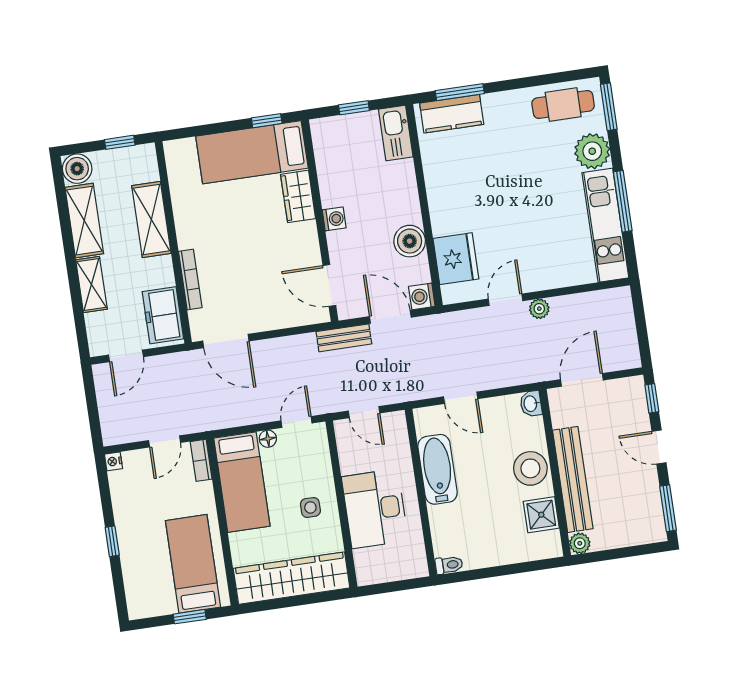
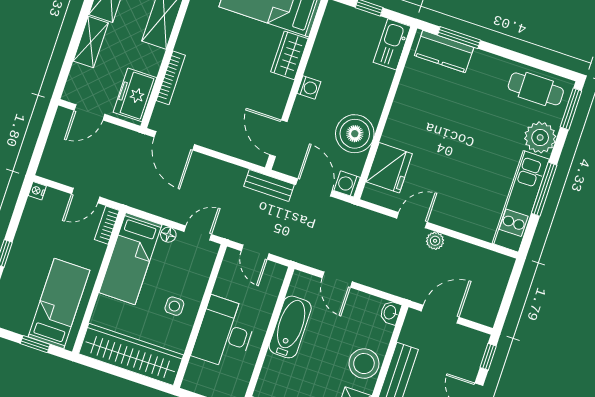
boiler: (410, 241) -> (355, 134), width x1.37, depth x1.37

